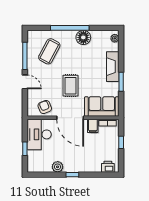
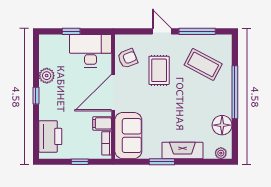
floor lamp: (83, 37) -> (222, 125), moved
door: (25, 82) -> (162, 31), swing flipped
rug: (71, 86) -> (159, 70), moved, turned 90
printer: (108, 167) -> (50, 136), width x1.87, depth x1.48

